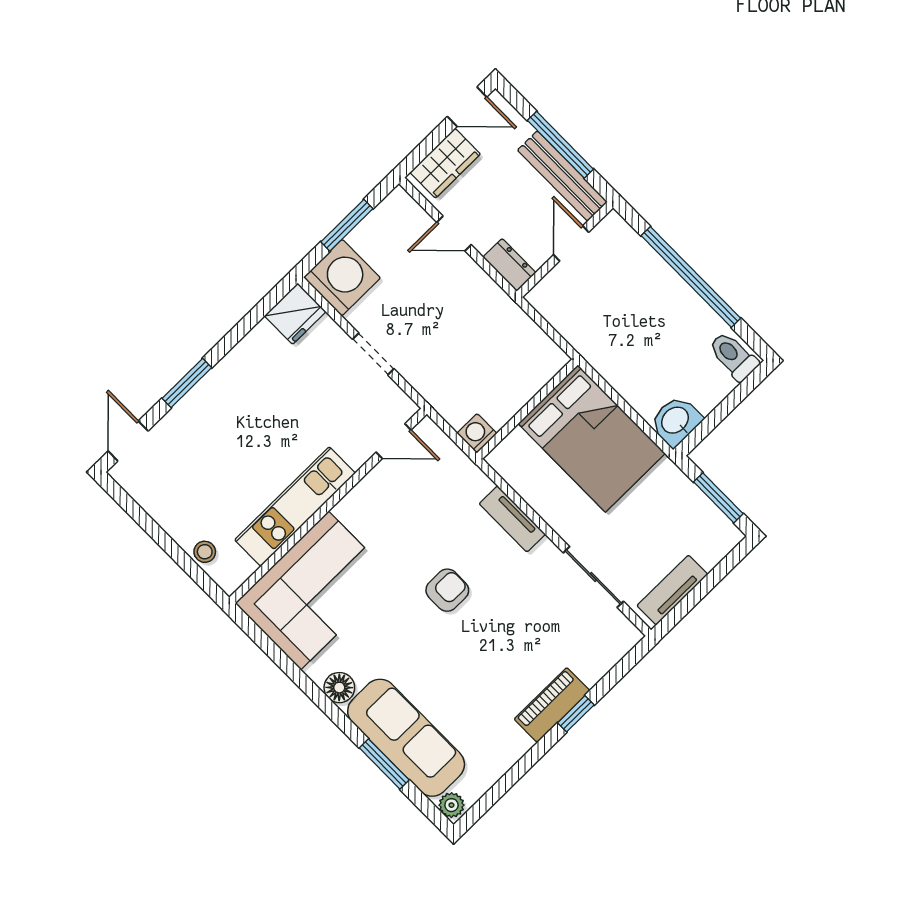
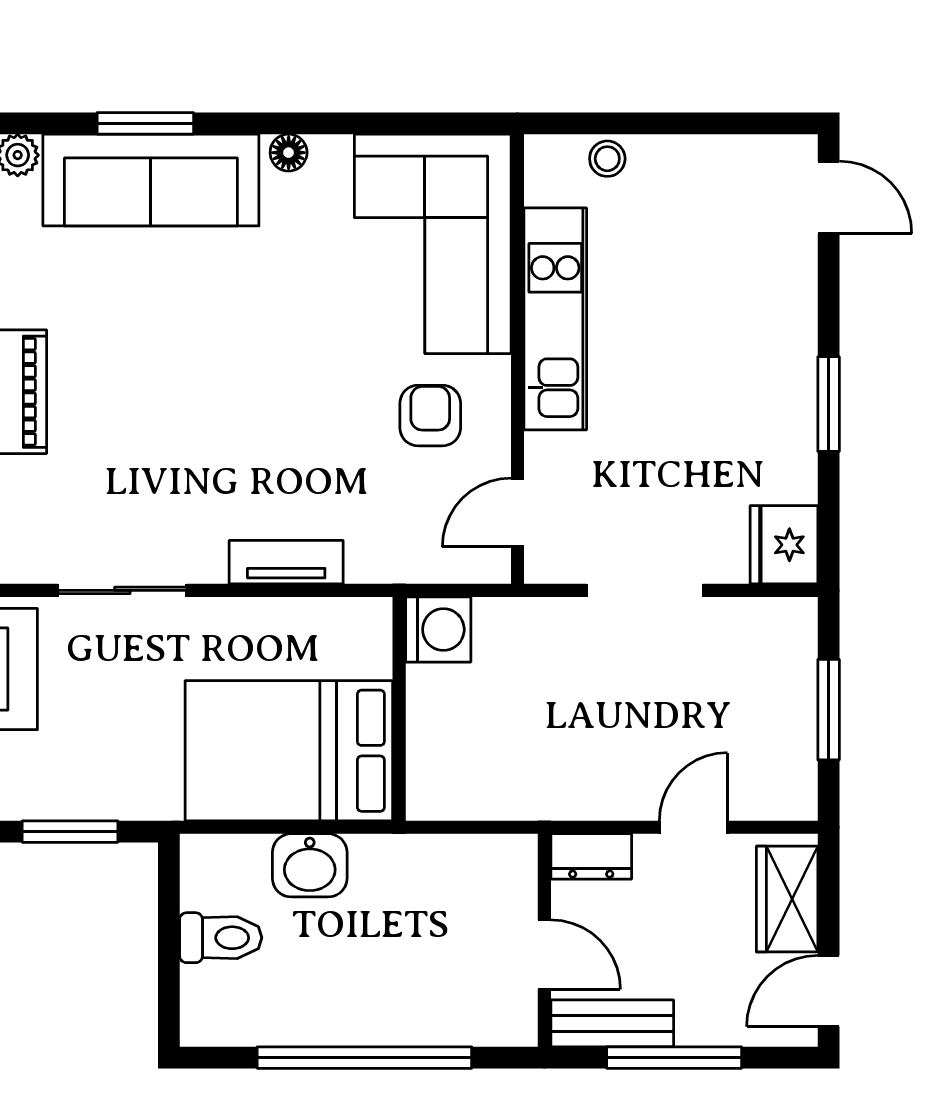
bench: (562, 176) -> (612, 1023), width x0.73
washing machine: (342, 278) -> (772, 643), removed
doorway: (373, 354) -> (645, 590), width x1.38
toilet: (733, 356) -> (221, 938), moved
window: (187, 383) -> (829, 404), moved
washbasin: (676, 421) -> (310, 865), moved, turned 90
washing machine: (477, 433) -> (438, 630), width x1.38, depth x1.38
armchair: (447, 590) -> (430, 416), moved, turned 180
floor lamp: (339, 688) -> (289, 153), width x0.73, depth x0.73

